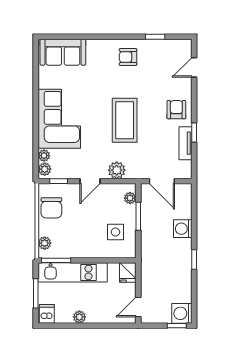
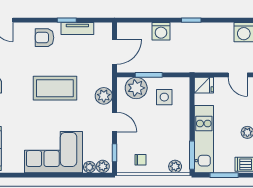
plant: (130, 198) -> (136, 88), width x1.87, depth x1.87
chair: (51, 208) -> (141, 160), width x0.54, depth x0.54

